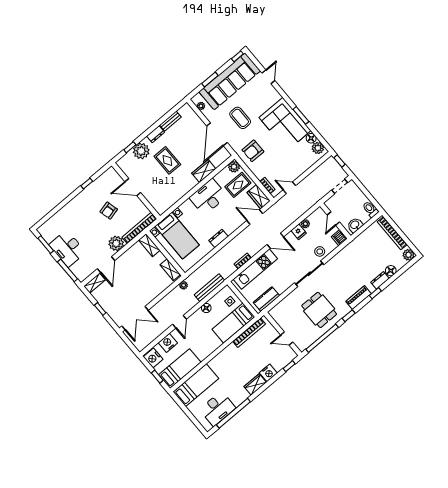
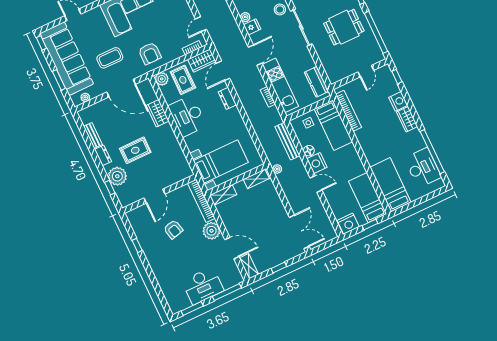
dresser: (218, 238) -> (227, 98), moved
nightstand: (168, 343) -> (317, 163), moved

